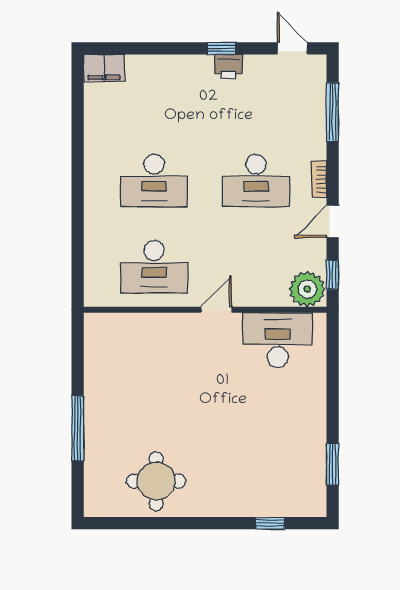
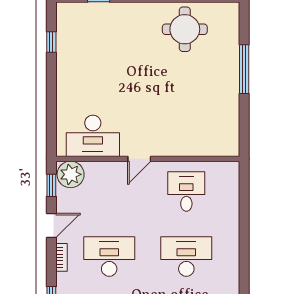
desk: (154, 267) -> (186, 191), width x0.73
window: (333, 464) -> (51, 42), width x0.67

